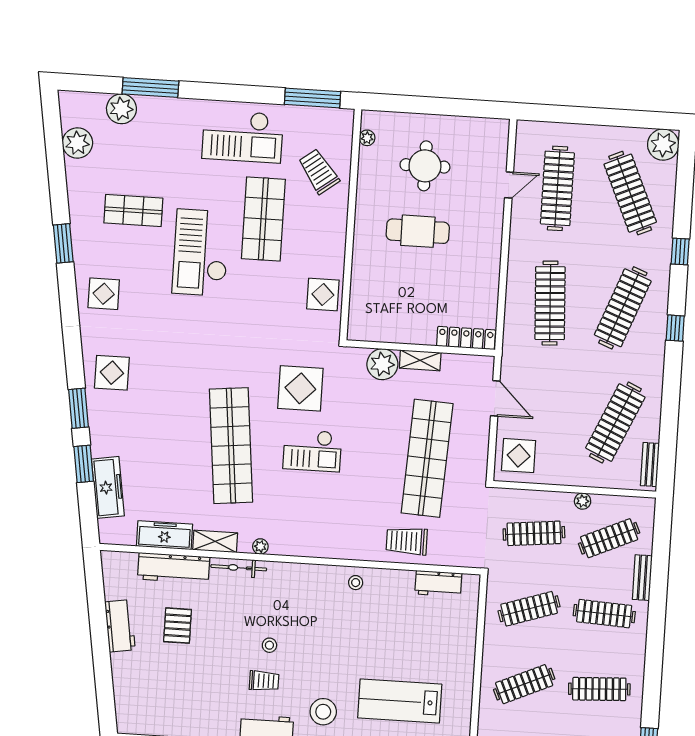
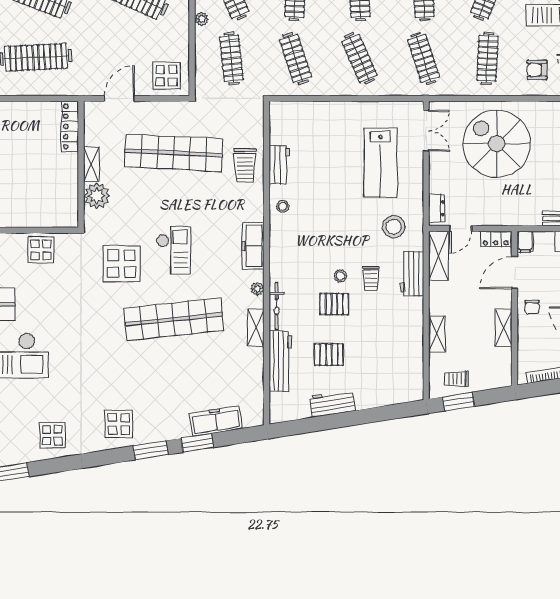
freezer: (164, 535) -> (253, 246), moved
workbench: (438, 584) -> (279, 165), moved
pallet: (237, 636) -> (334, 304), added
trolley: (264, 681) -> (371, 278), turned 180

